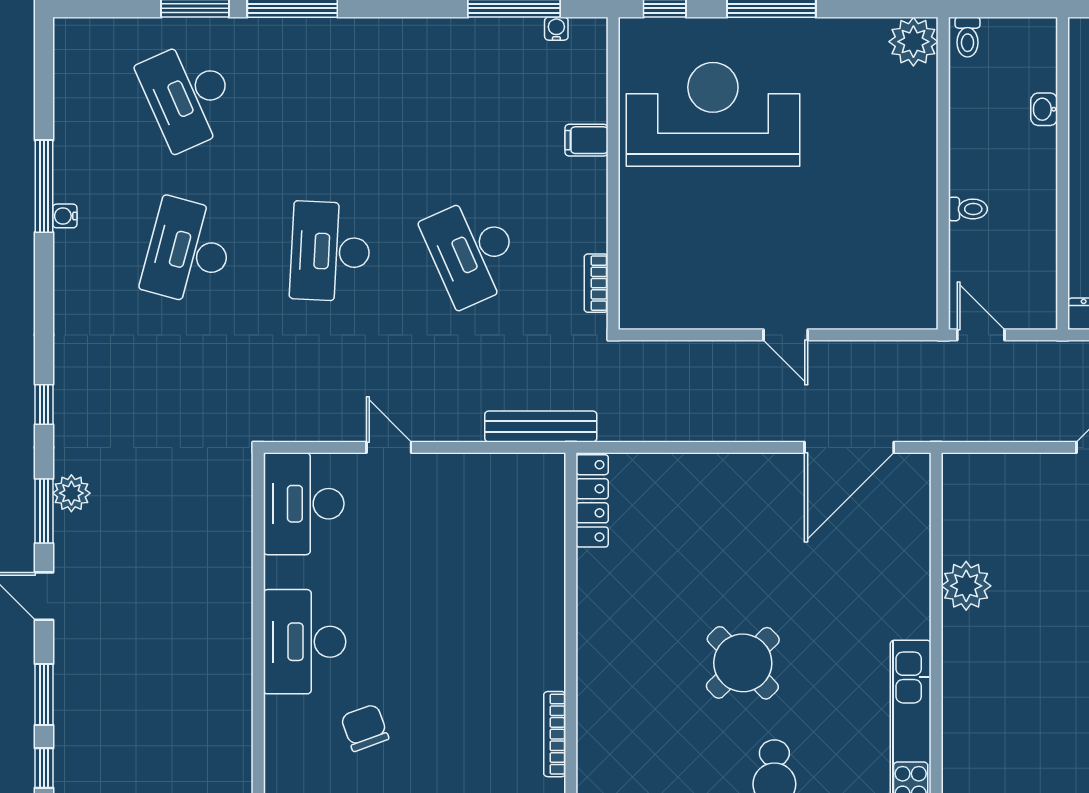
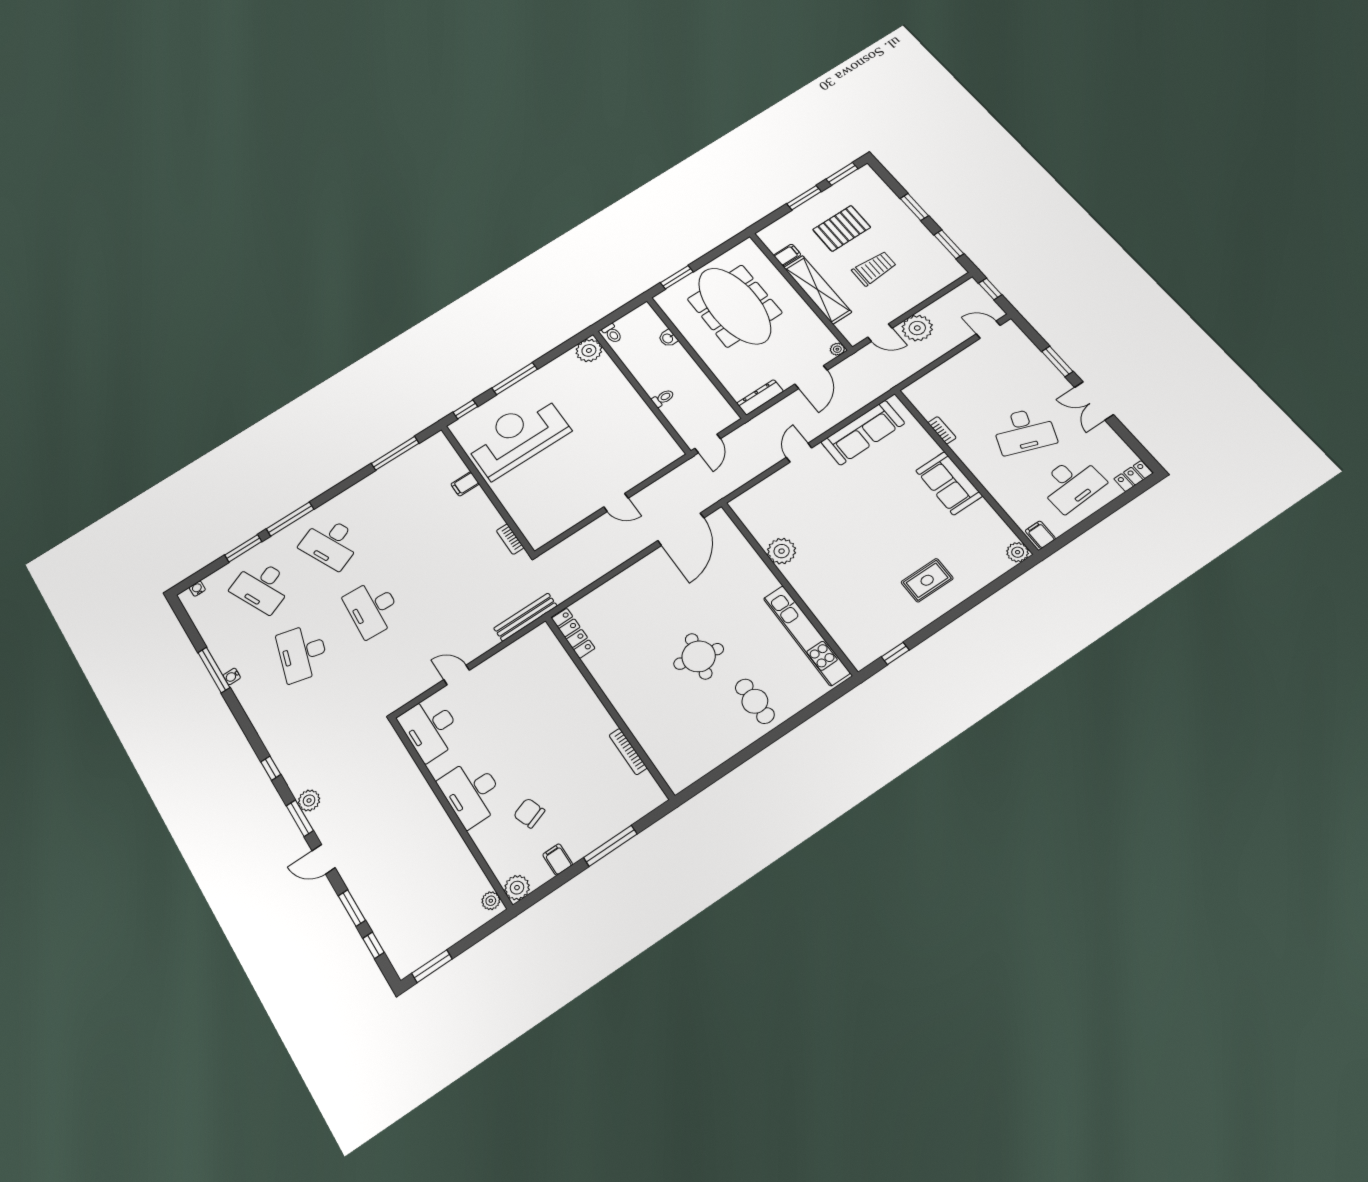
water cooler: (556, 29) -> (197, 589), moved
desk: (472, 251) -> (331, 543), moved
door: (981, 335) -> (708, 443), swing flipped
round table: (743, 663) -> (699, 656), turned -33

